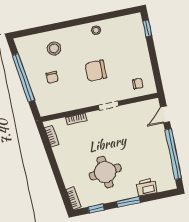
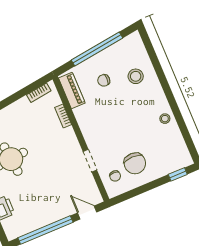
chair: (96, 71) -> (135, 163), moved, turned 180
doorway: (109, 105) -> (90, 161), moved
piano: (55, 107) -> (72, 90), added

